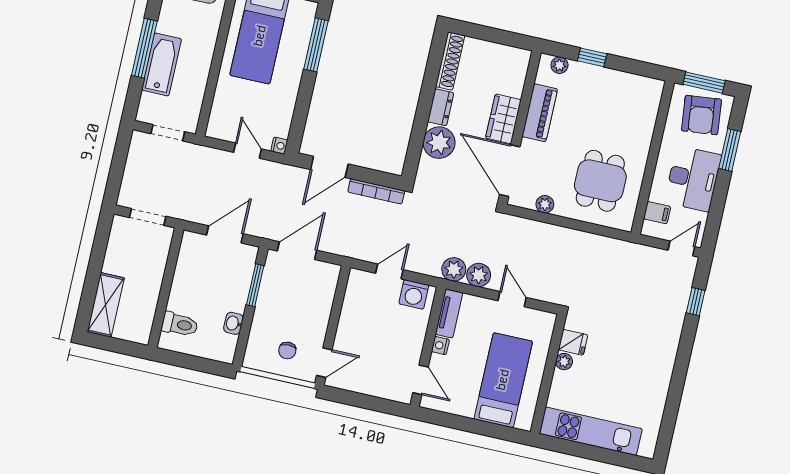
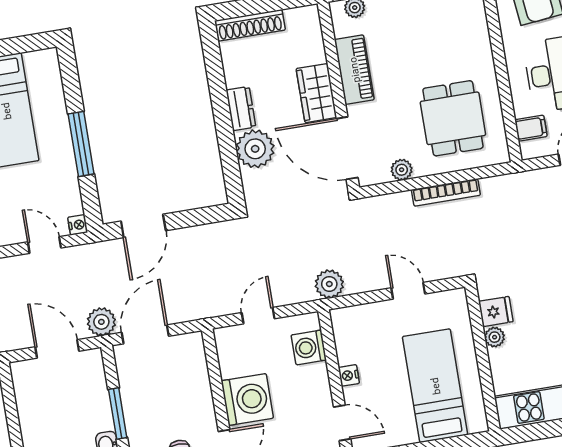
window: (316, 45) -> (81, 144), moved
shoe rack: (450, 61) -> (250, 25), moved, turned 90
bookcase: (376, 191) -> (446, 192), moved
door: (225, 234) -> (57, 349), hinge flipped
plant: (479, 275) -> (101, 322), moved
window: (255, 285) -> (118, 413), moved
washing machine: (414, 294) -> (309, 347), moved, turned 90
tv unit: (449, 313) -> (344, 336), removed
washing machine: (355, 332) -> (247, 399), added

